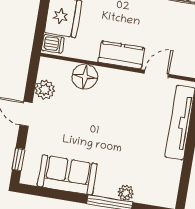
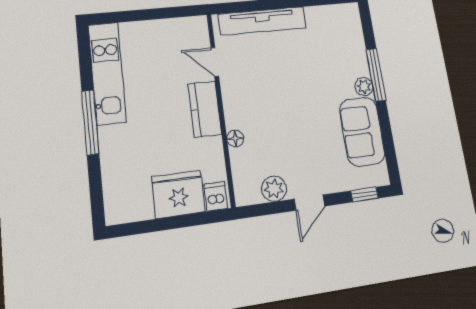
floor lamp: (85, 77) -> (235, 139), width x0.53, depth x0.53
plant: (126, 193) -> (364, 87), moved

